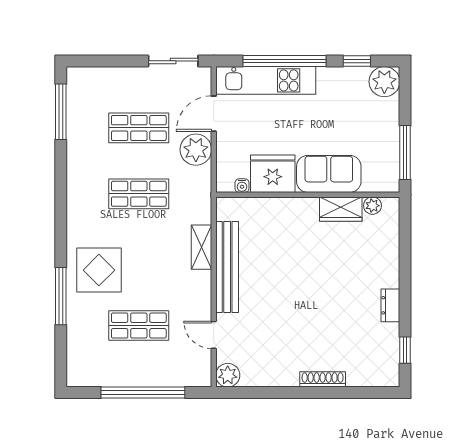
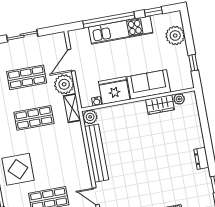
sliding door: (173, 61) -> (22, 36), moved
kitchen unit: (266, 80) -> (121, 30), moved
plant: (384, 82) -> (175, 36), moved
window: (405, 153) -> (193, 63), width x0.46
plant: (227, 208) -> (90, 117), added
shelving: (201, 247) -> (72, 108), moved

